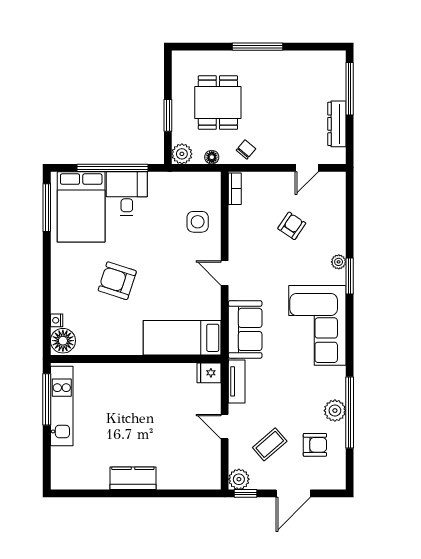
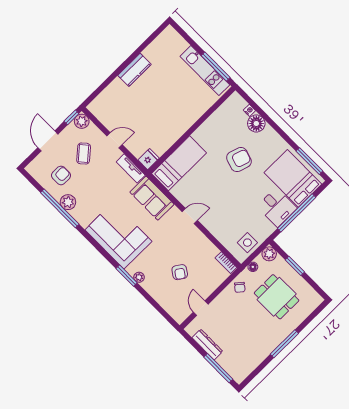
side table: (198, 222) -> (247, 243), moved
floor lamp: (63, 341) -> (256, 123), moved
armchair: (315, 445) -> (61, 175), turned 180

